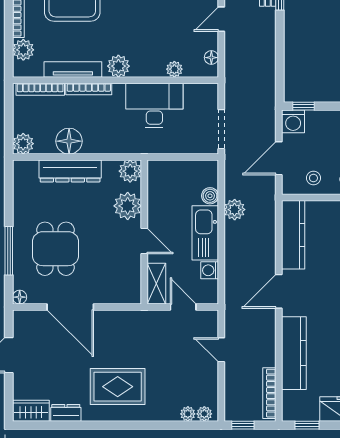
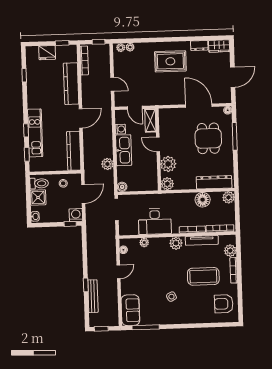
dresser: (70, 171) -> (214, 182), moved
boiler: (210, 196) -> (122, 187), moved

